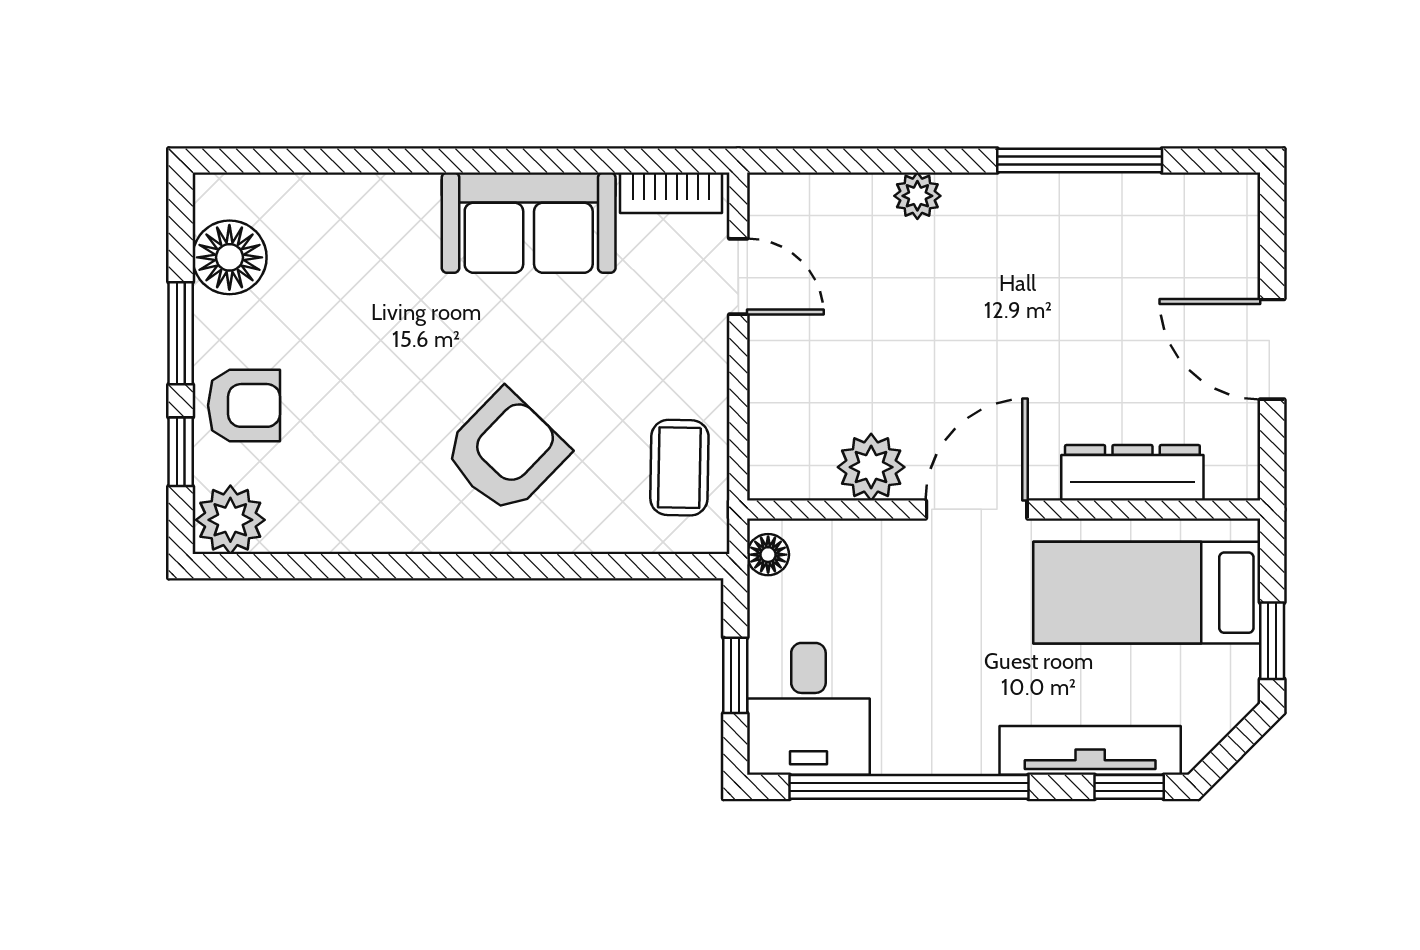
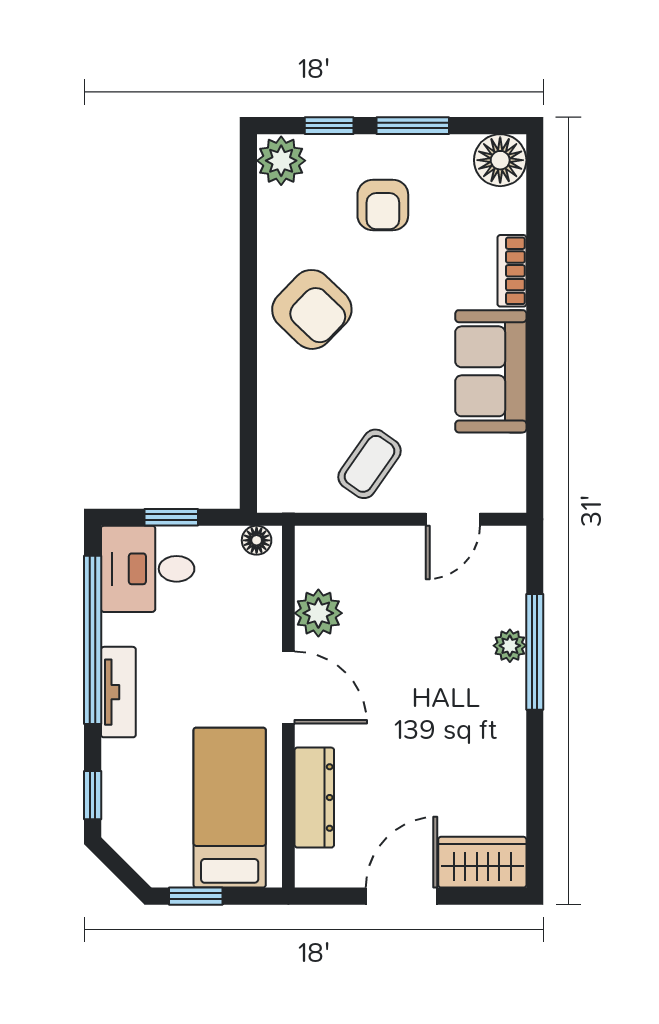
window: (1080, 161) -> (535, 652), moved
bookcase: (671, 193) -> (512, 271), moved
wardrobe: (1224, 235) -> (482, 862), added
floor lamp: (229, 257) -> (500, 160), moved
armchair: (244, 405) -> (383, 205), moved
armchair: (506, 452) -> (312, 309), moved
coffee table: (679, 468) -> (370, 464), moved, turned -56
tv unit: (1090, 750) -> (118, 692), moved, width x0.71

